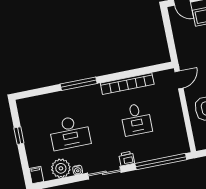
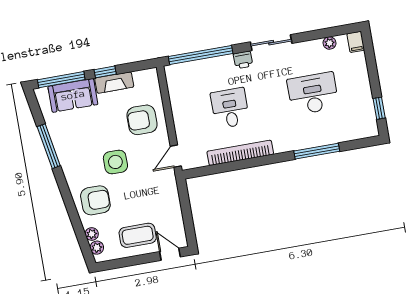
window: (79, 84) -> (317, 151), moved
window: (19, 136) -> (379, 108), moved
plant: (61, 168) -> (329, 43), width x0.53, depth x0.53
water cooler: (78, 170) -> (304, 47), removed

